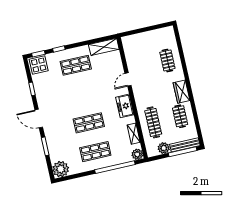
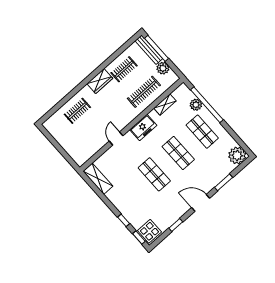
shop shelf: (76, 65) -> (154, 174), moved
door: (128, 79) -> (116, 138), swing flipped
door: (39, 119) -> (201, 203), swing flipped
plant: (137, 154) -> (196, 105), moved

